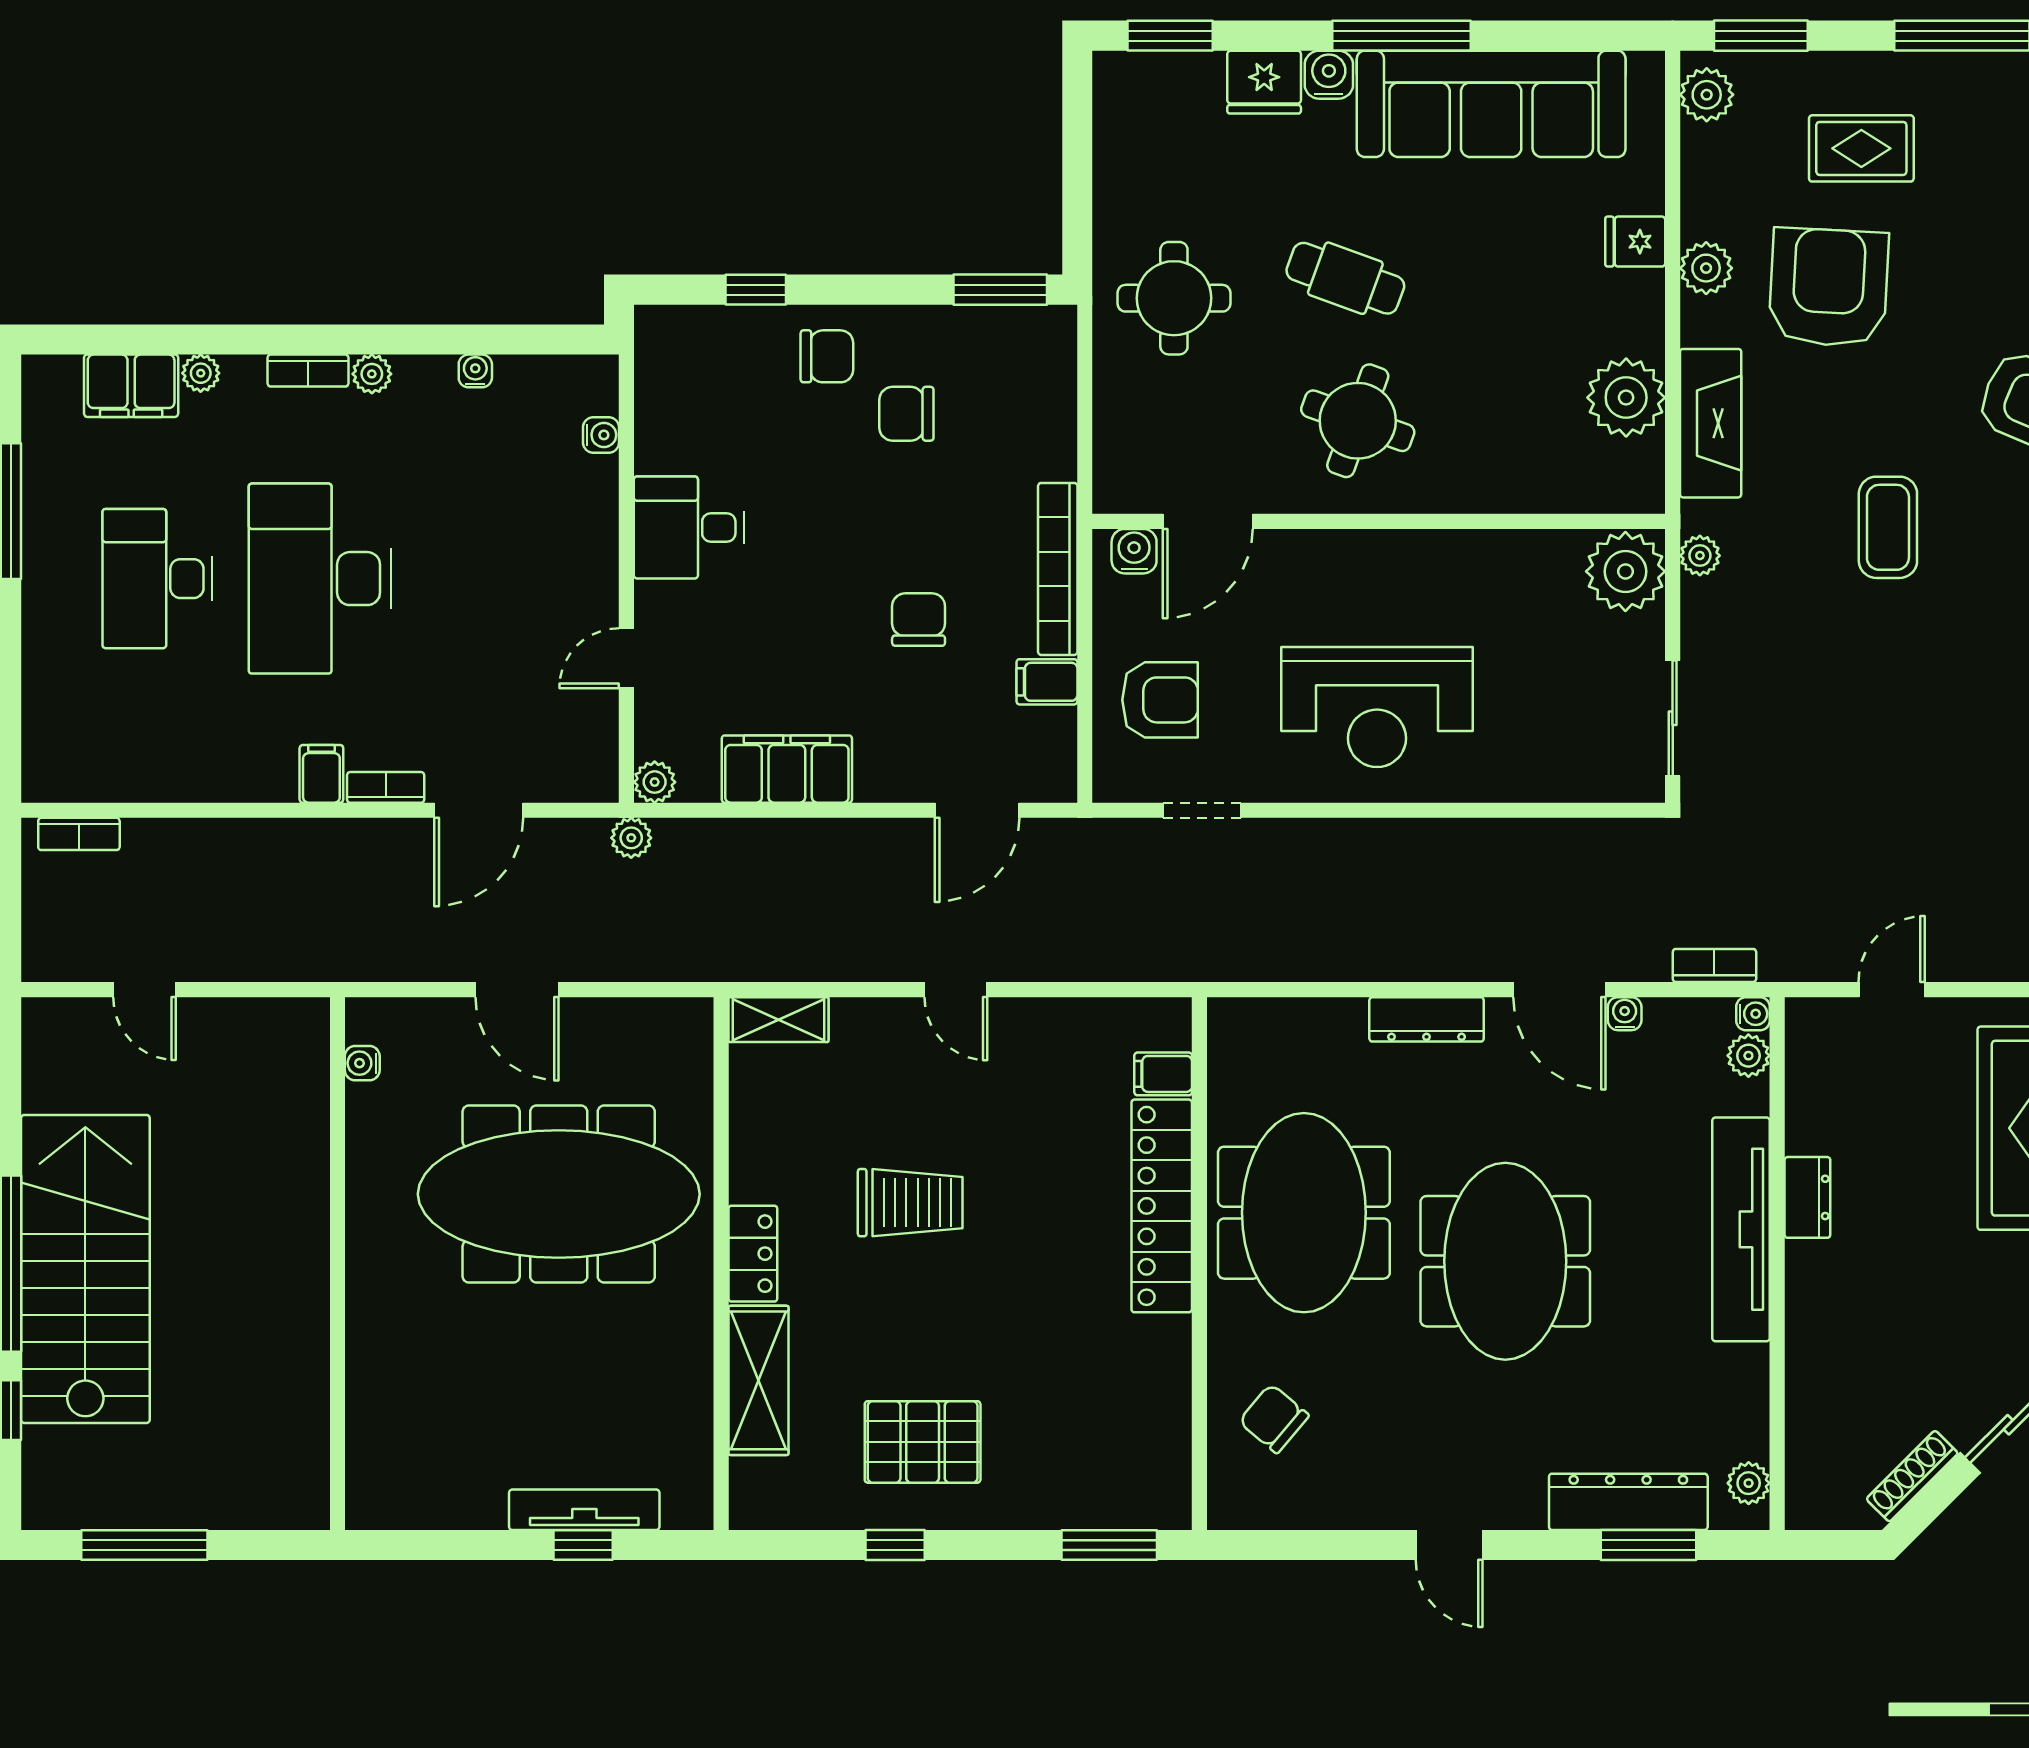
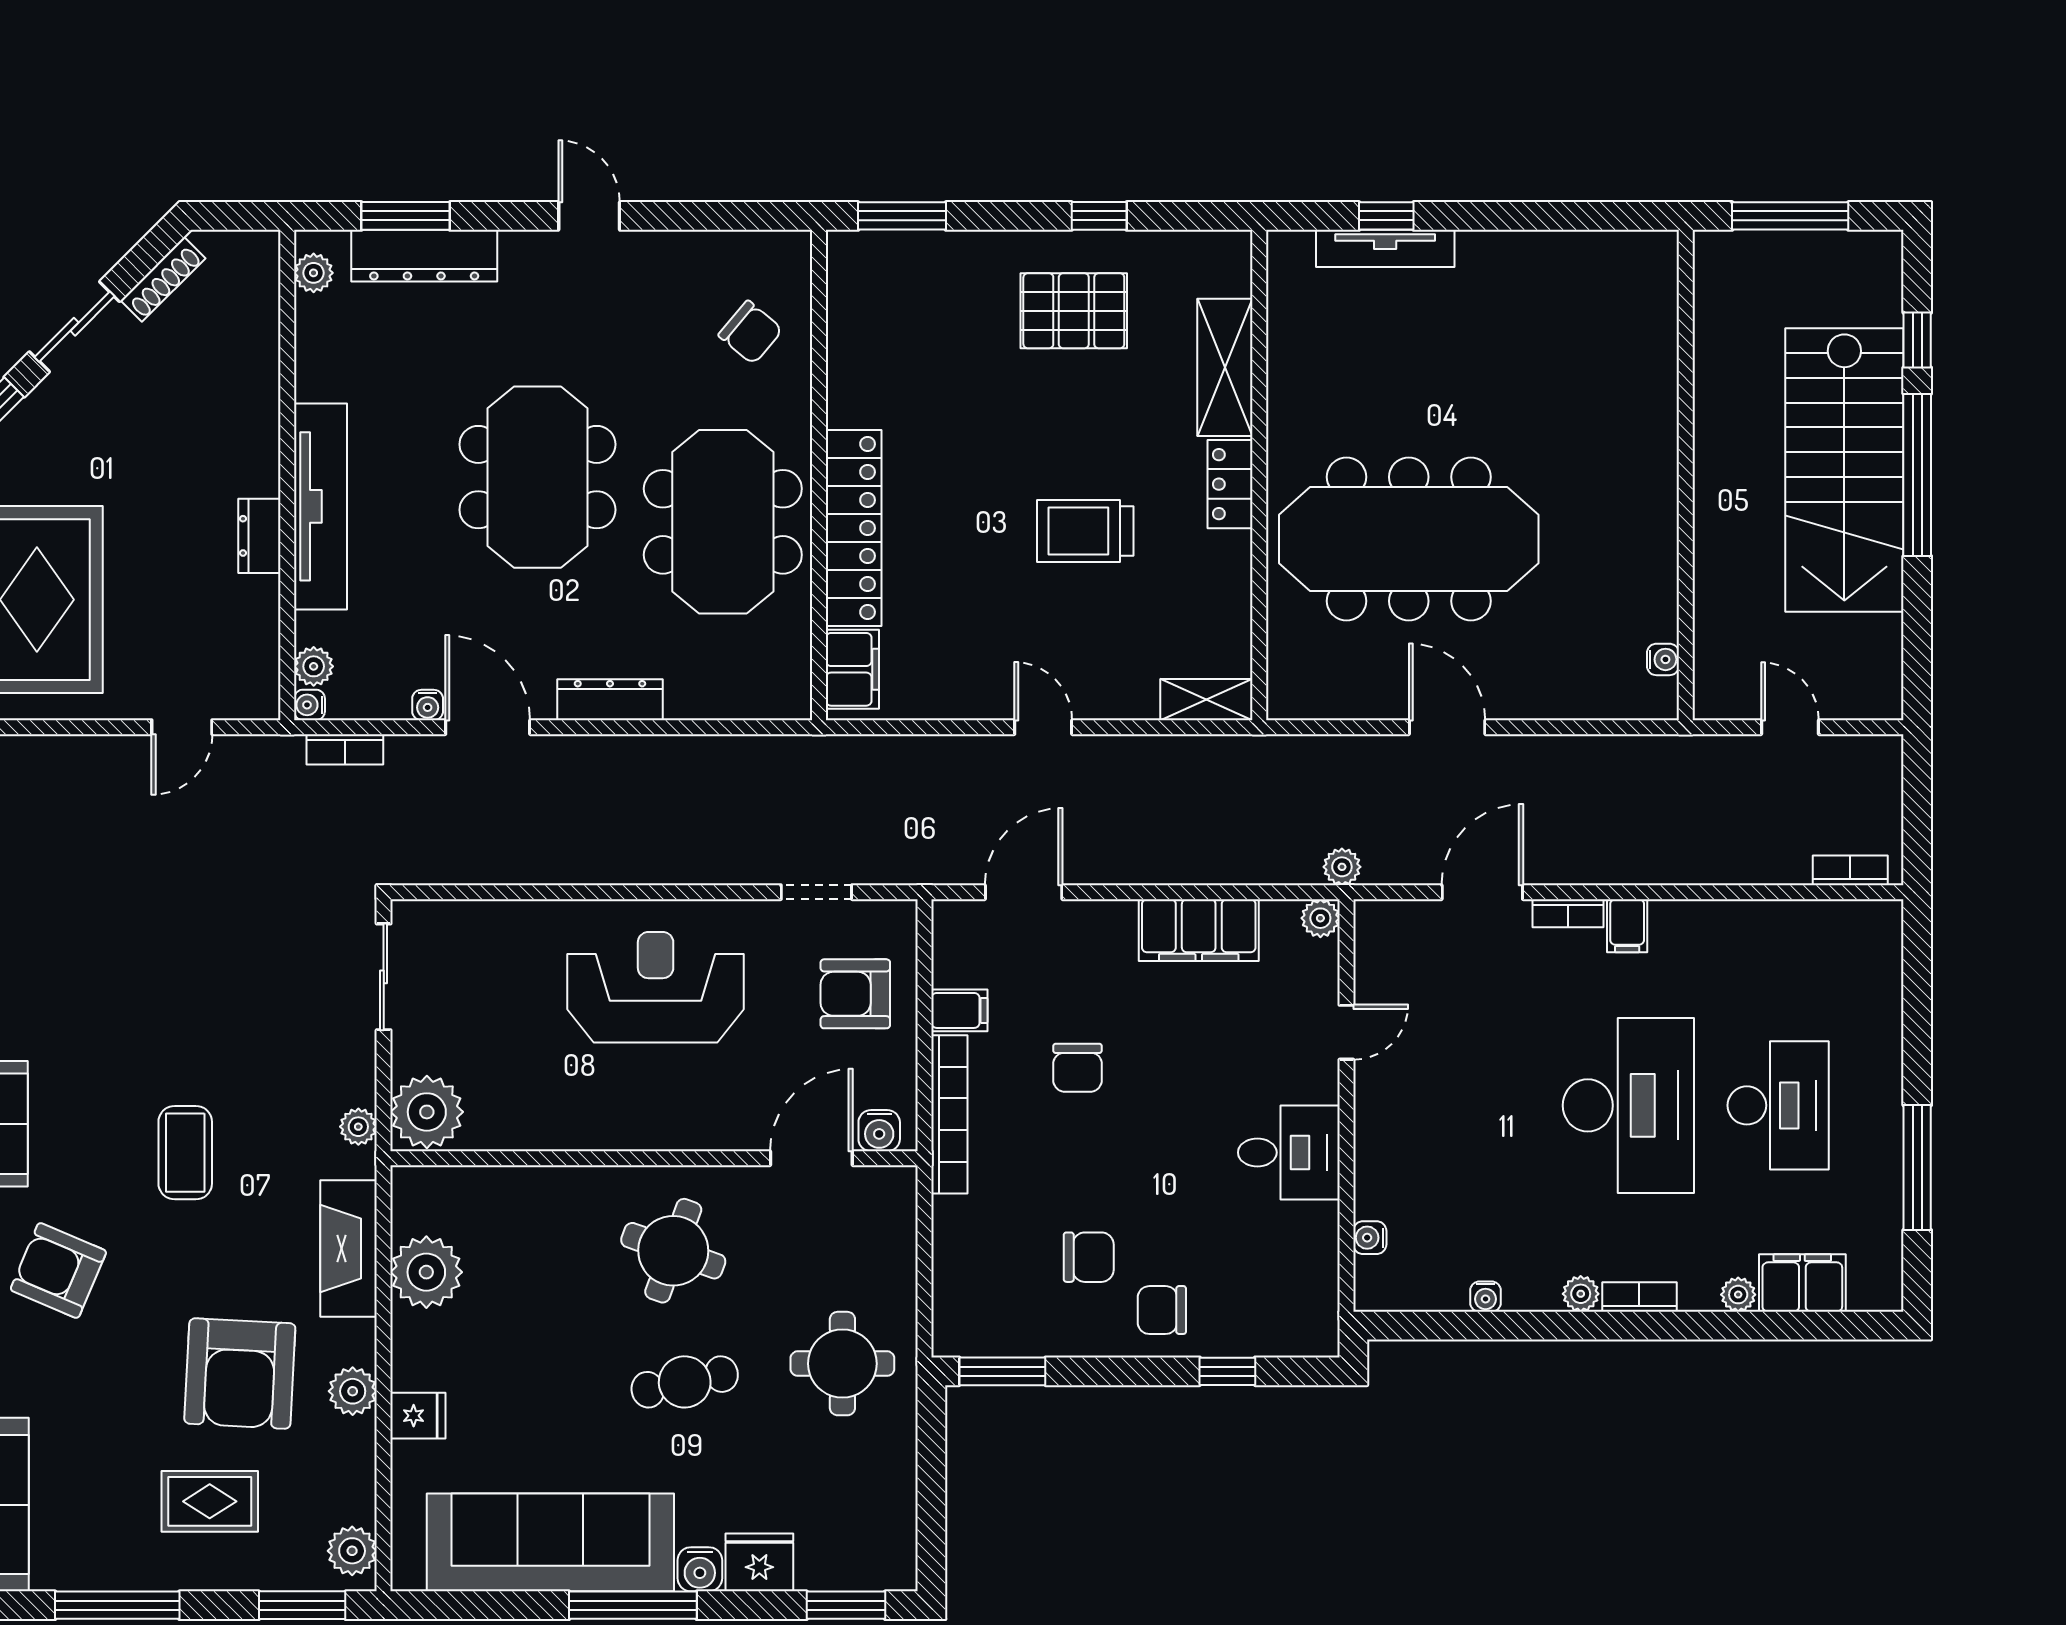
cafe table: (1345, 278) -> (685, 1382), turned -32
water cooler: (362, 1063) -> (1663, 659), moved
filing cabinet: (1163, 1074) -> (852, 669), width x2.00
wall: (337, 1264) -> (1686, 475), moved

